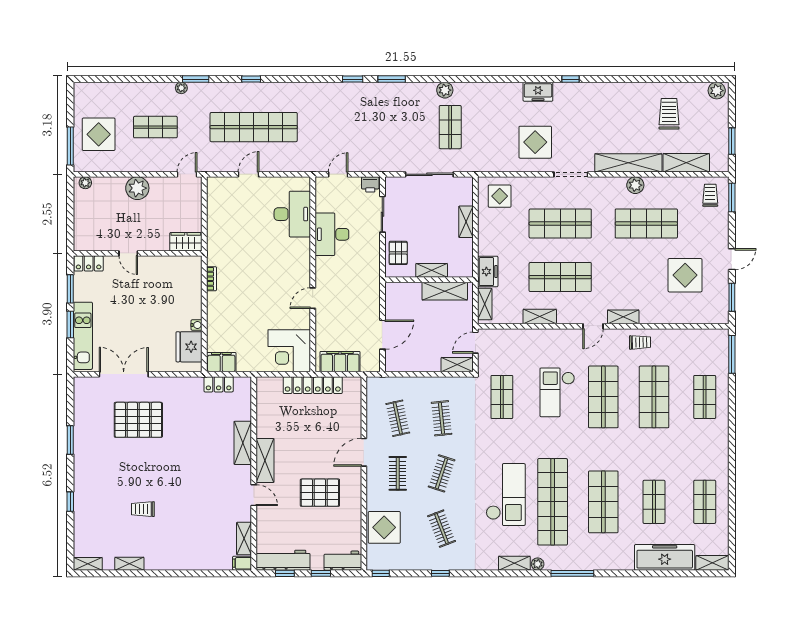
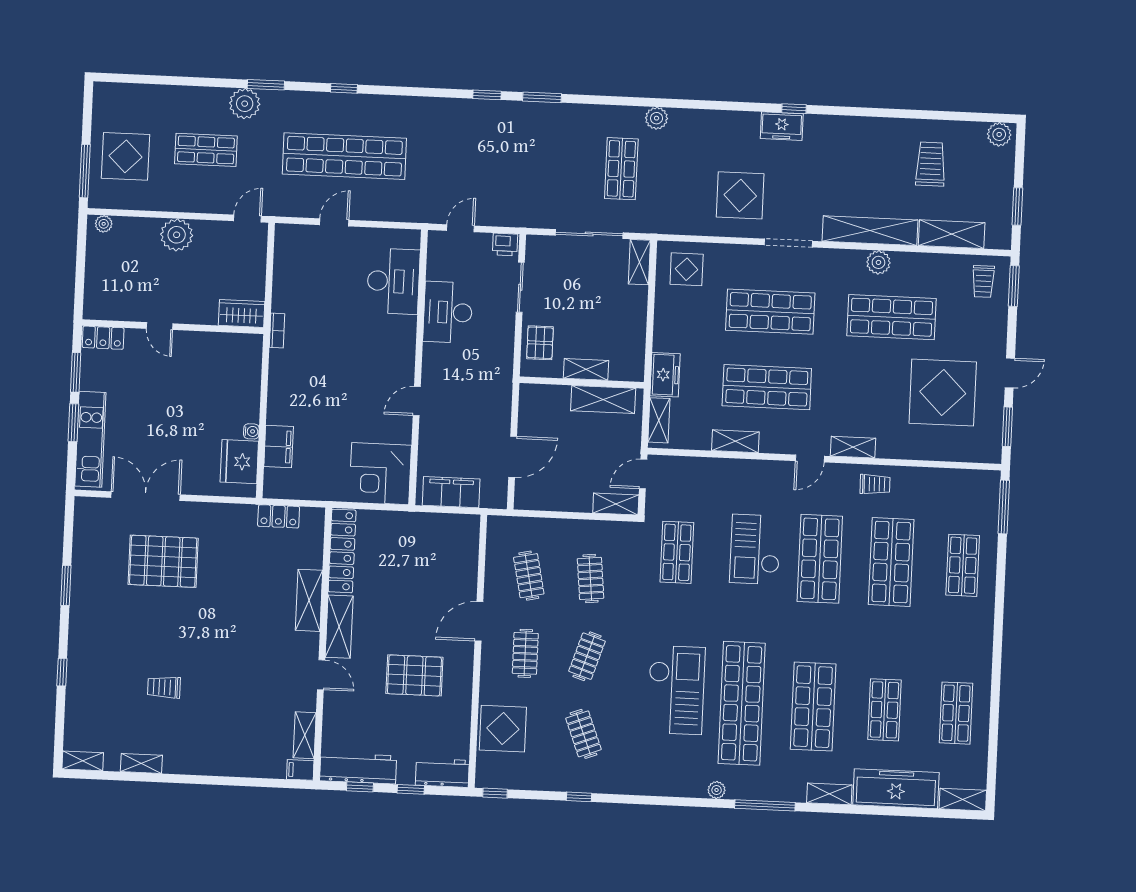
plant: (181, 88) -> (245, 104), width x1.88, depth x1.88
plant: (445, 90) -> (657, 118), moved
freezer: (538, 92) -> (782, 126), moved
trolley: (710, 195) -> (983, 281), turned 180
shelving: (466, 222) -> (639, 262), moved
display table: (685, 275) -> (943, 393), width x1.36, depth x1.36
bookcase: (211, 279) -> (277, 331), moved
filing cabinet: (221, 362) -> (279, 447), moved, turned 90
locker: (313, 385) -> (342, 551), moved, turned -90
shelving: (514, 563) -> (829, 794), moved

